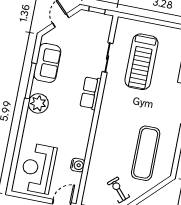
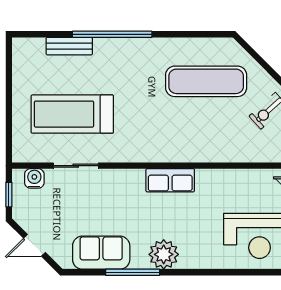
treadmill: (141, 62) -> (72, 114), turned 180
row of seats: (91, 93) -> (170, 180), moved
water cooler: (78, 165) -> (34, 178), moved

